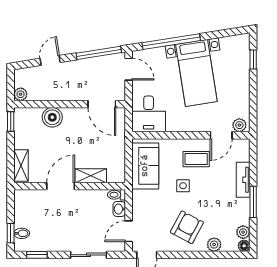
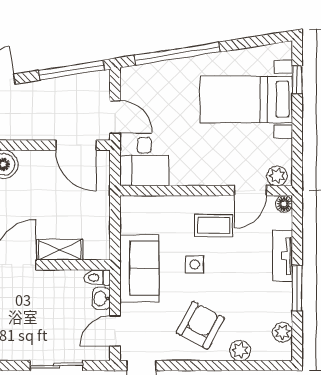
door: (129, 69) -> (115, 117), moved
bed with nightstands: (196, 73) -> (246, 99), moved, turned 99
sofa: (145, 166) -> (139, 268), moved
floor lamp: (244, 246) -> (284, 204), moved

